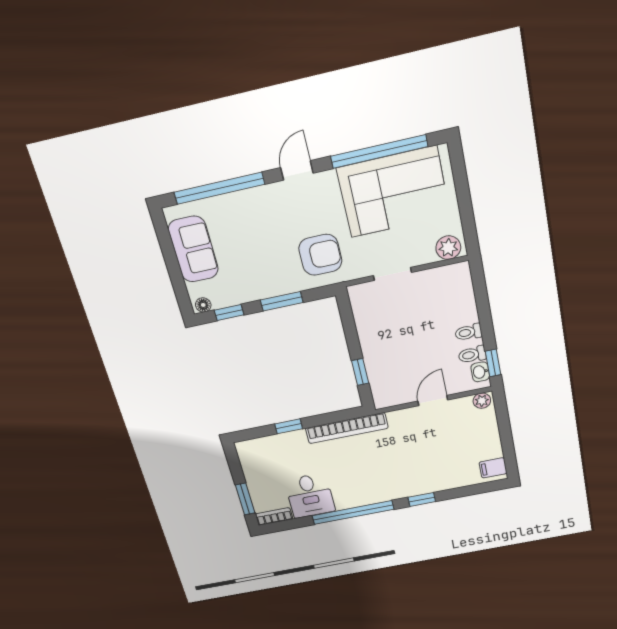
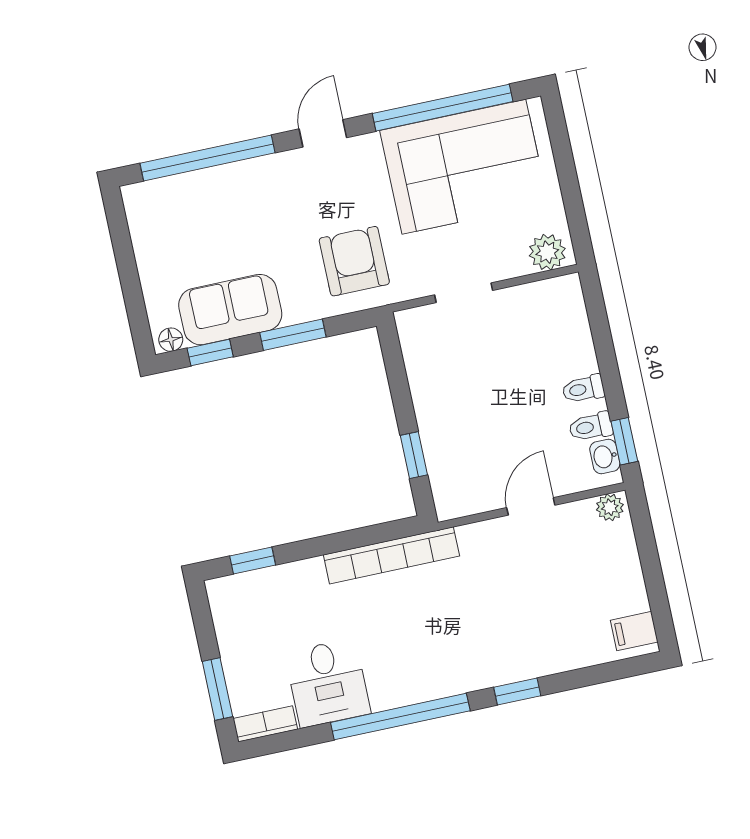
sofa: (193, 249) -> (230, 310), moved, turned -90
armchair: (320, 255) -> (354, 261), turned -90
window: (289, 426) -> (253, 561), moved

